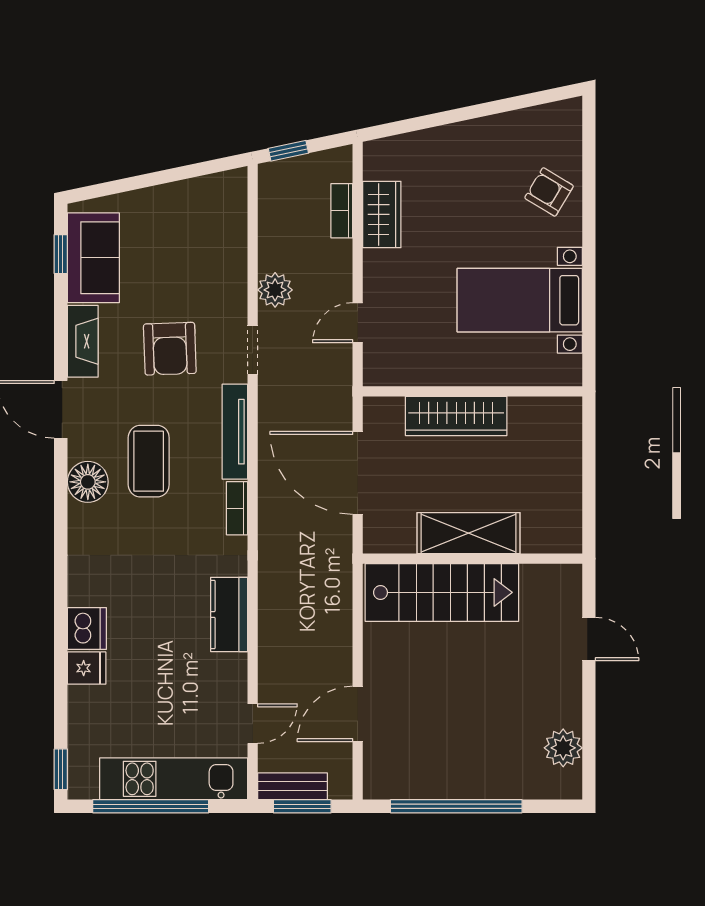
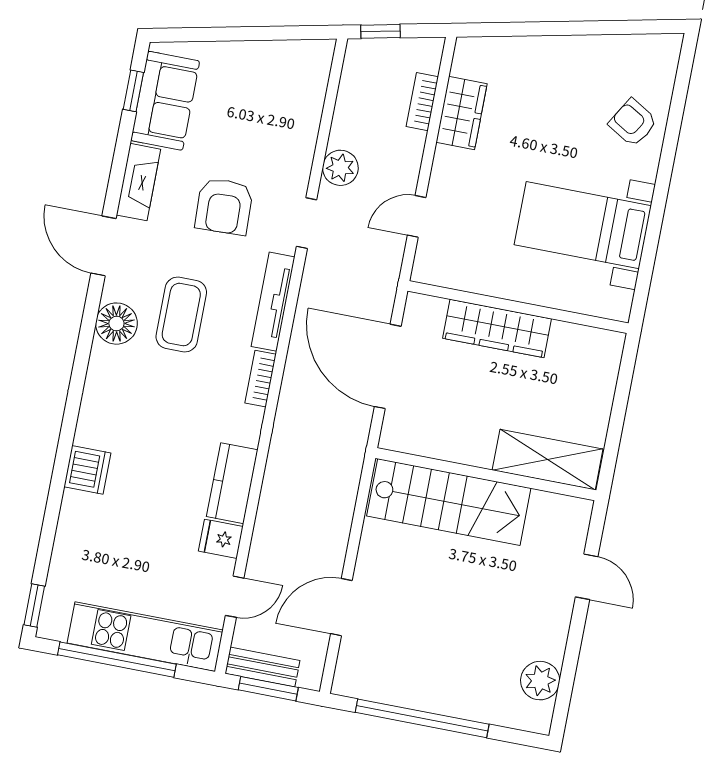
shelving: (469, 533) -> (548, 460), moved
fridge: (87, 668) -> (221, 539), moved, turned 180

